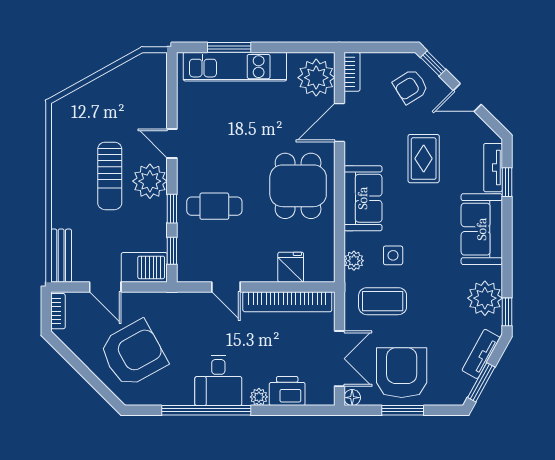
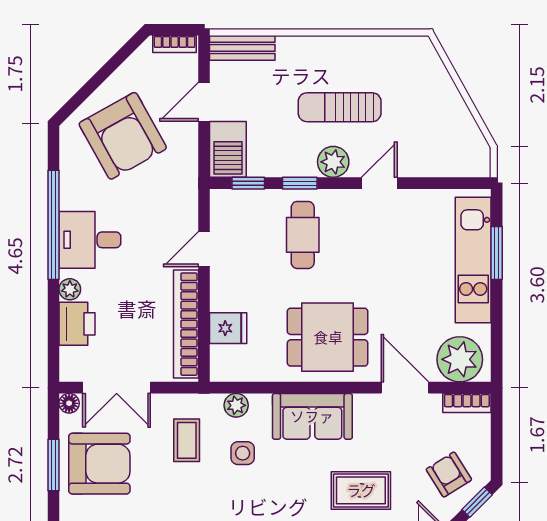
plant: (150, 181) -> (333, 162), width x0.73, depth x0.73
coffee table: (383, 301) -> (187, 440), width x0.73, depth x0.77

